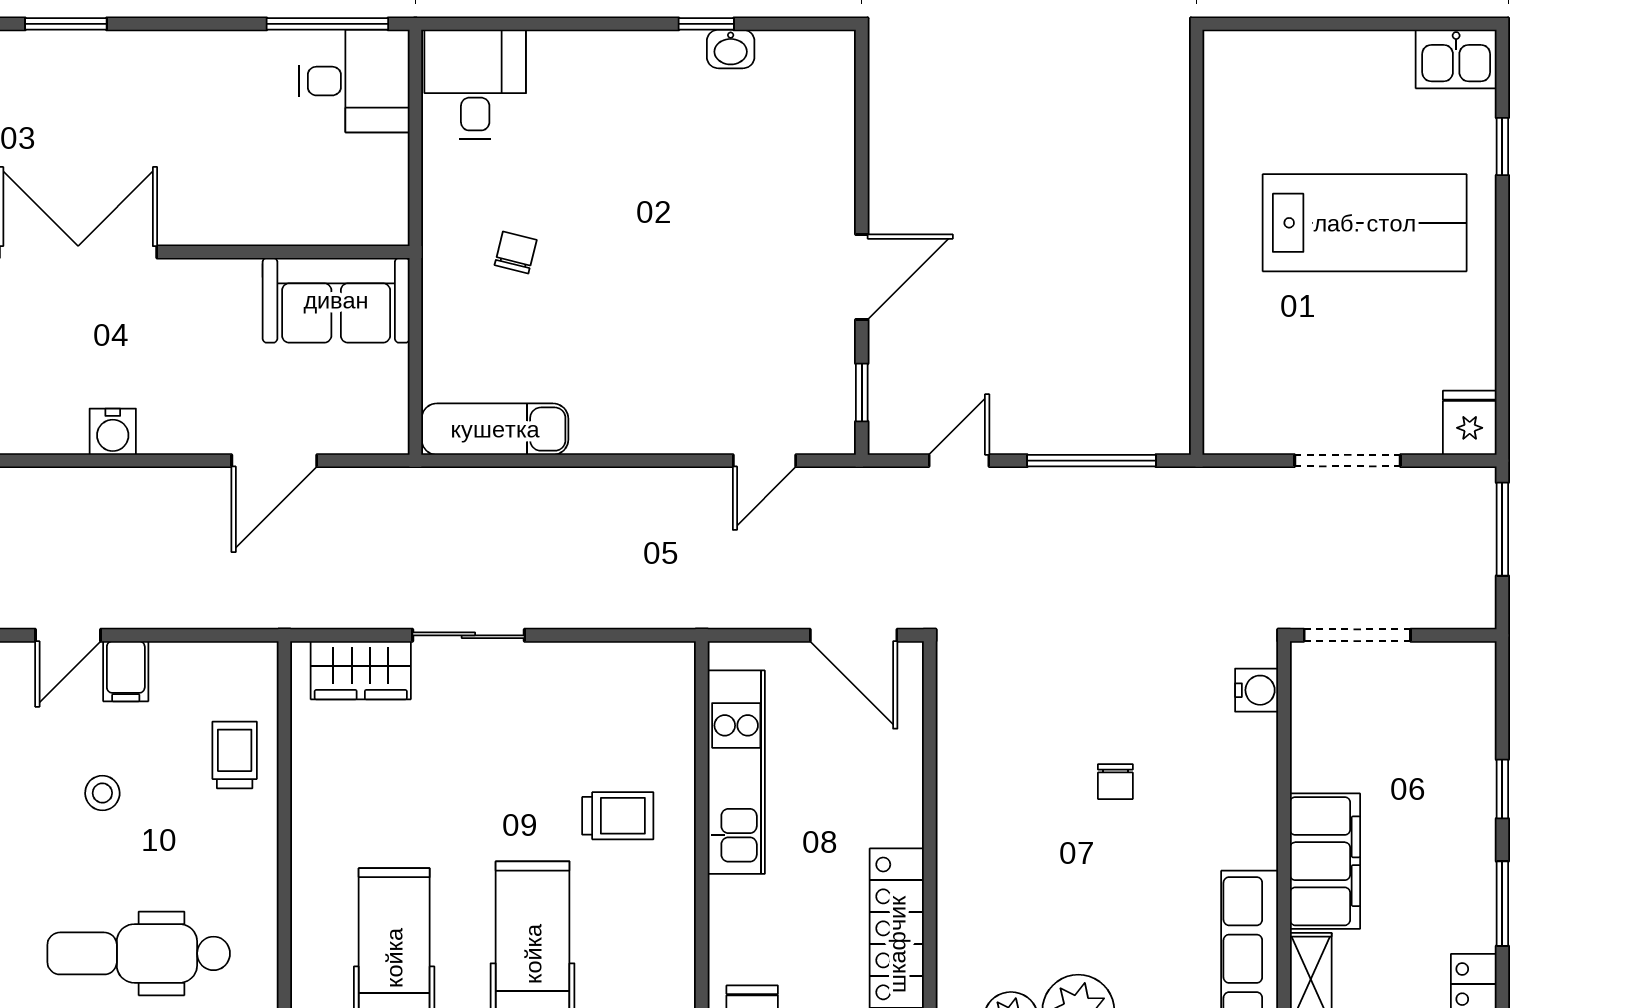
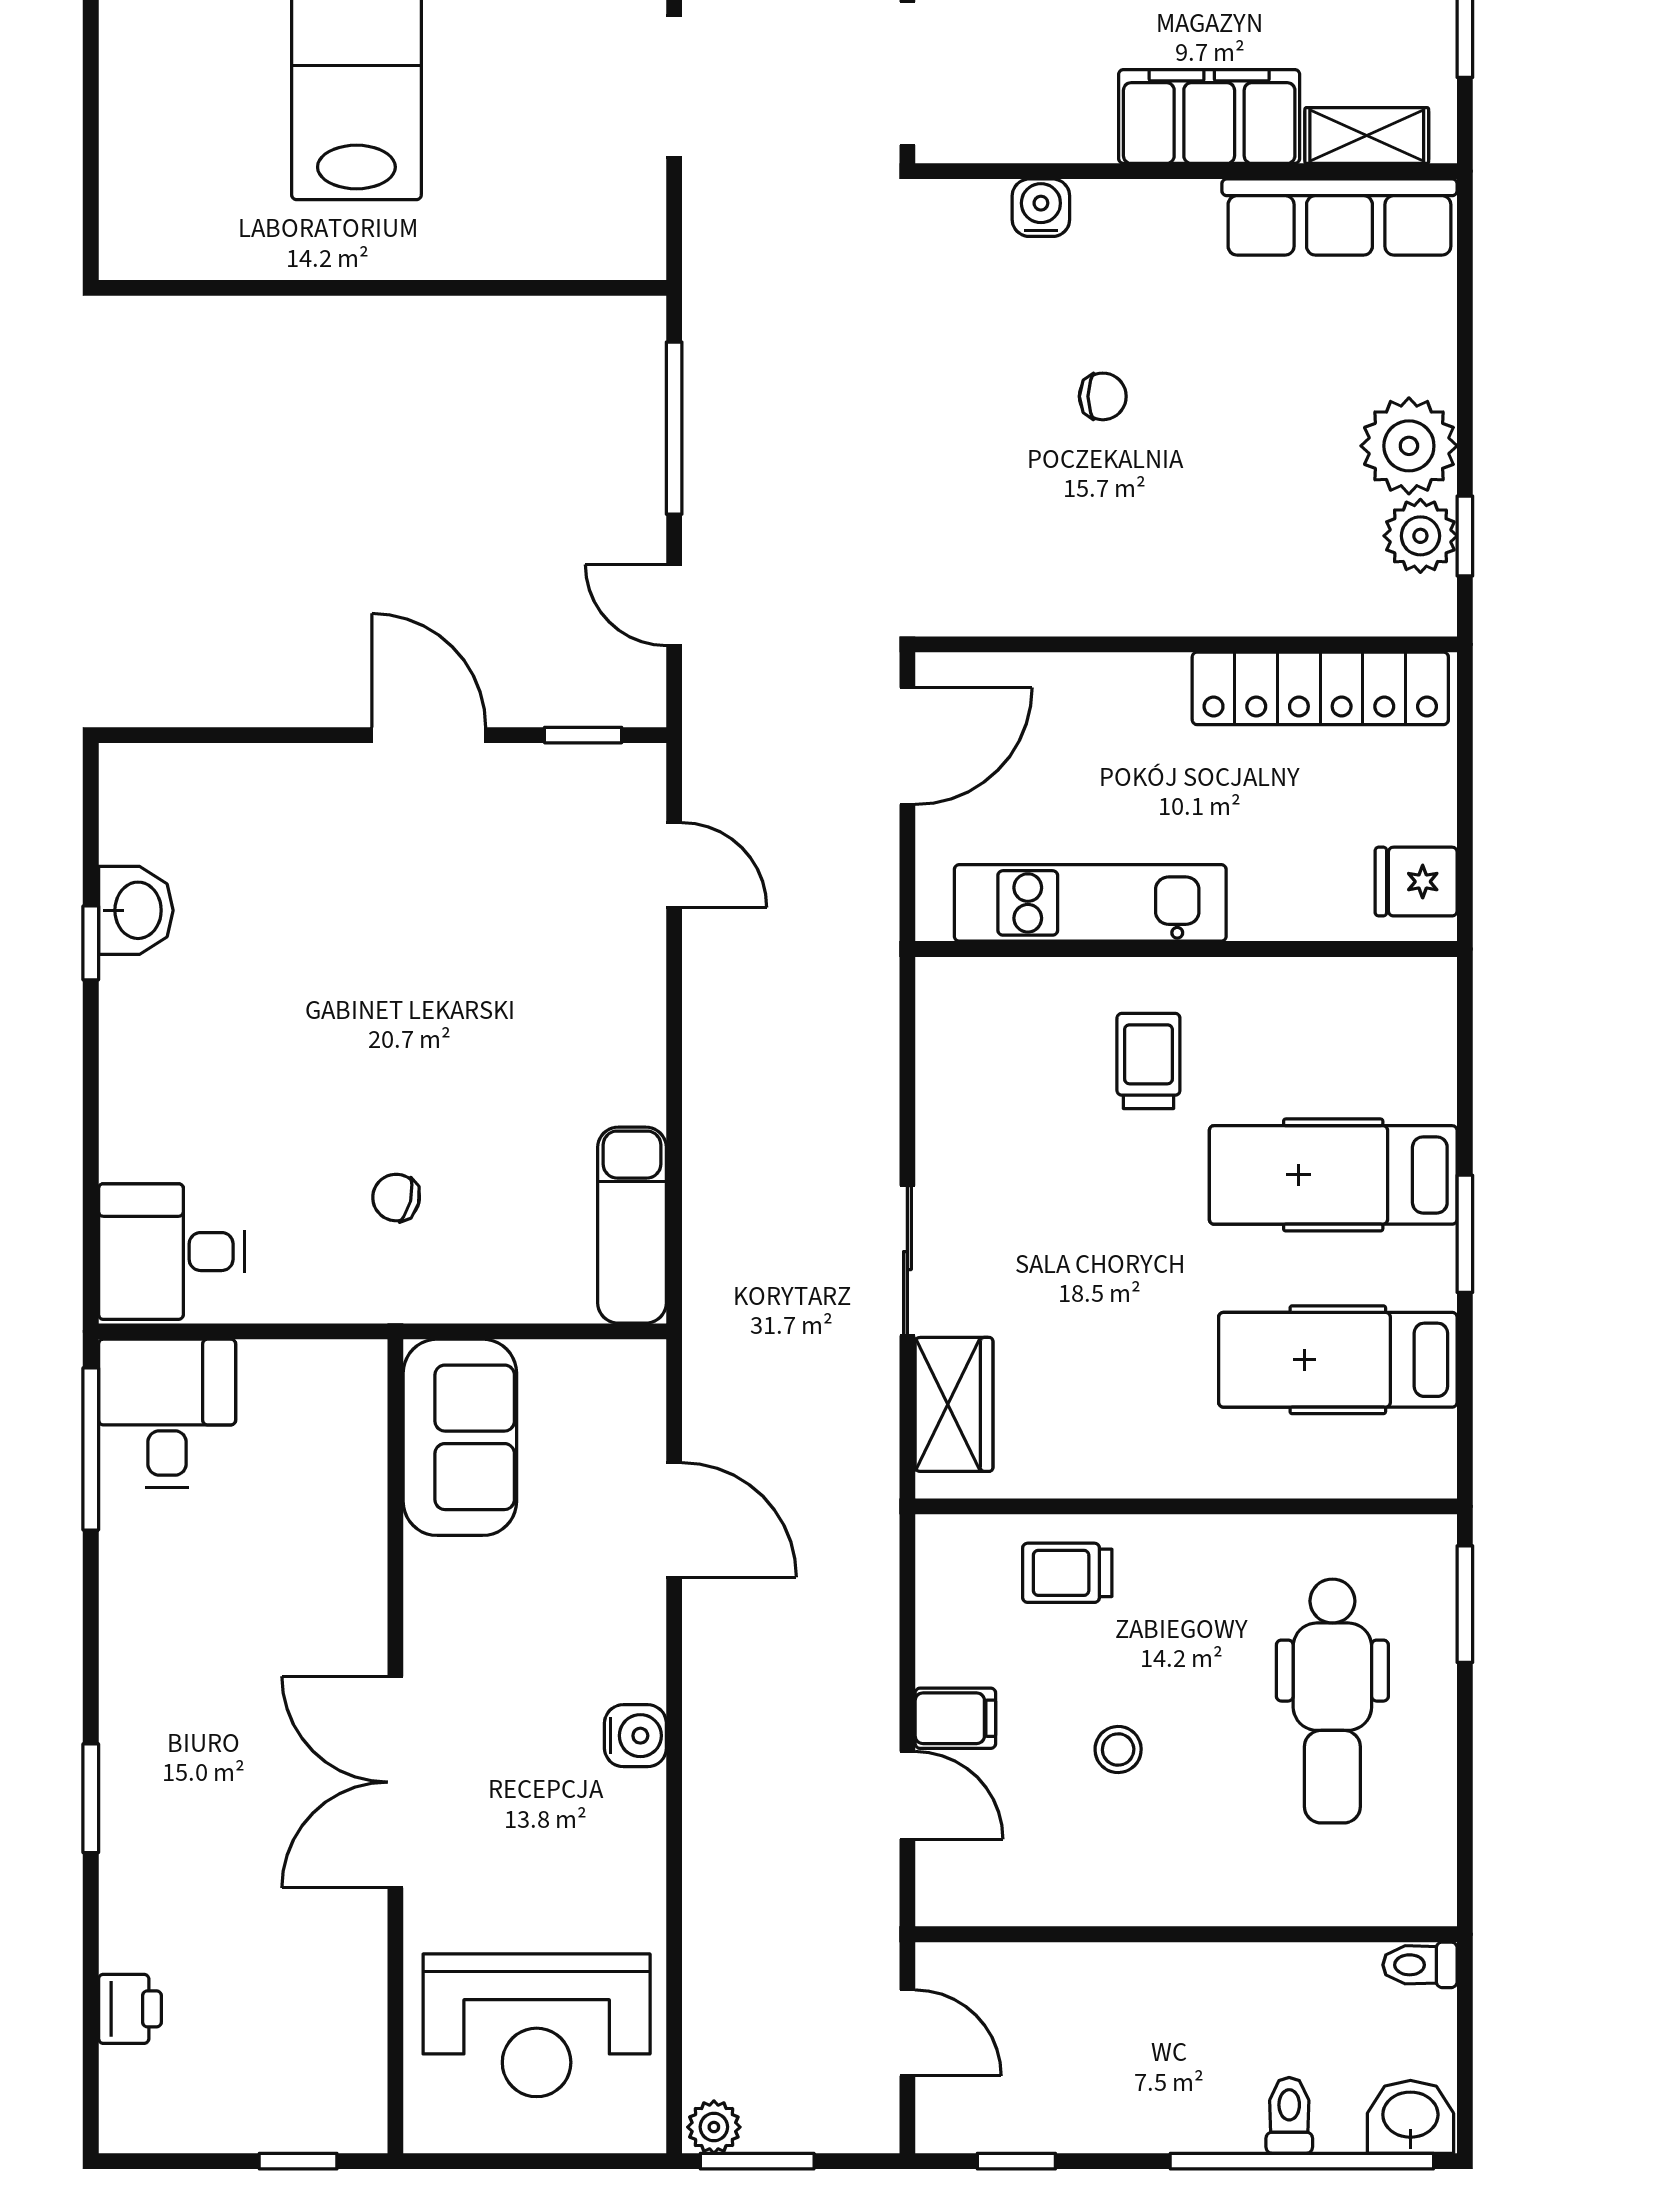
washbasin: (731, 49) -> (136, 910), width x1.38, depth x1.45
water cooler: (1257, 690) -> (1041, 208), moved

